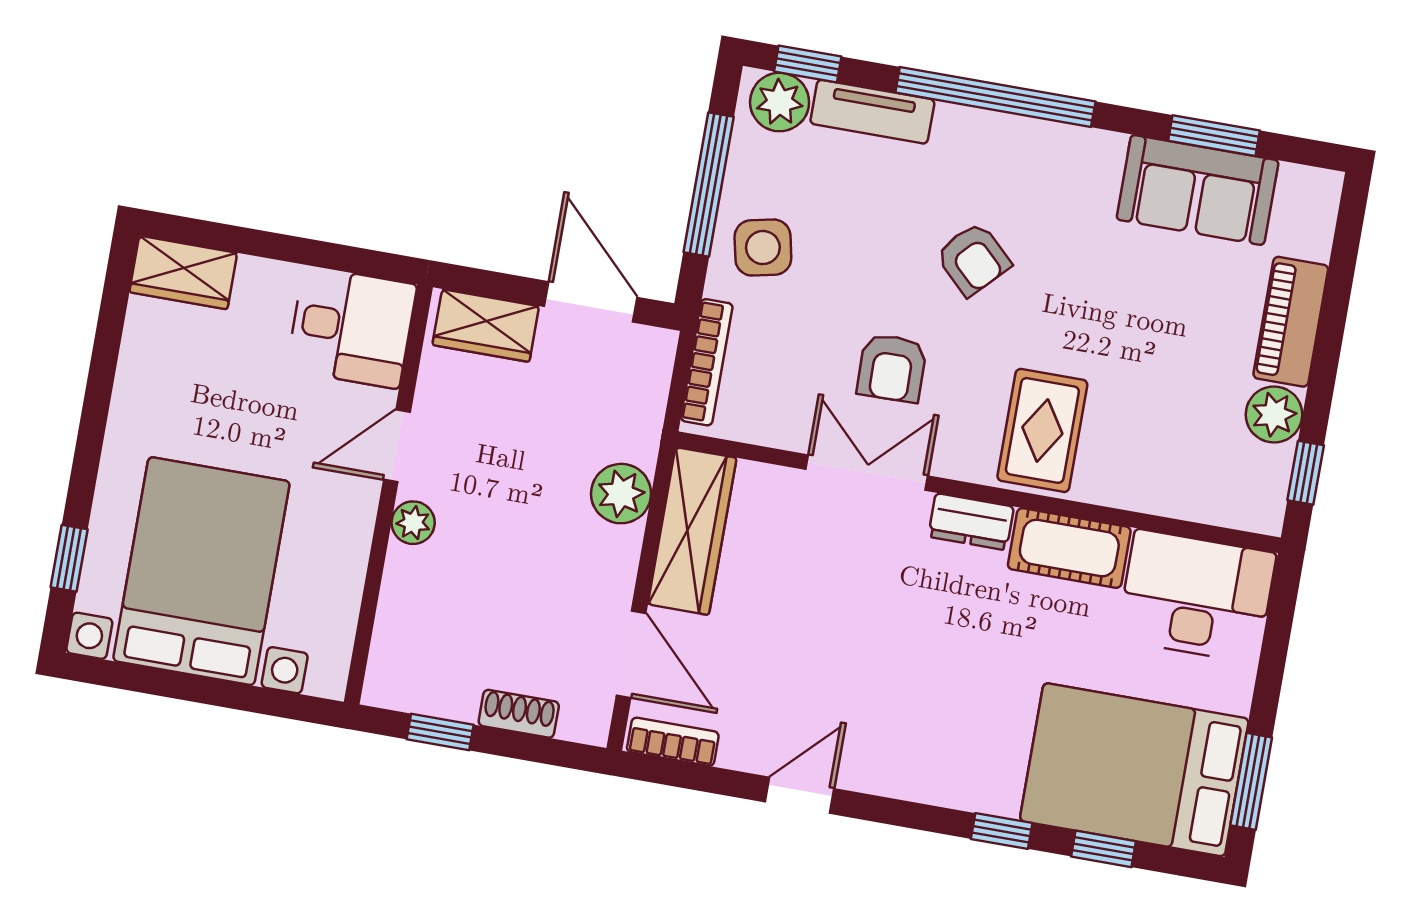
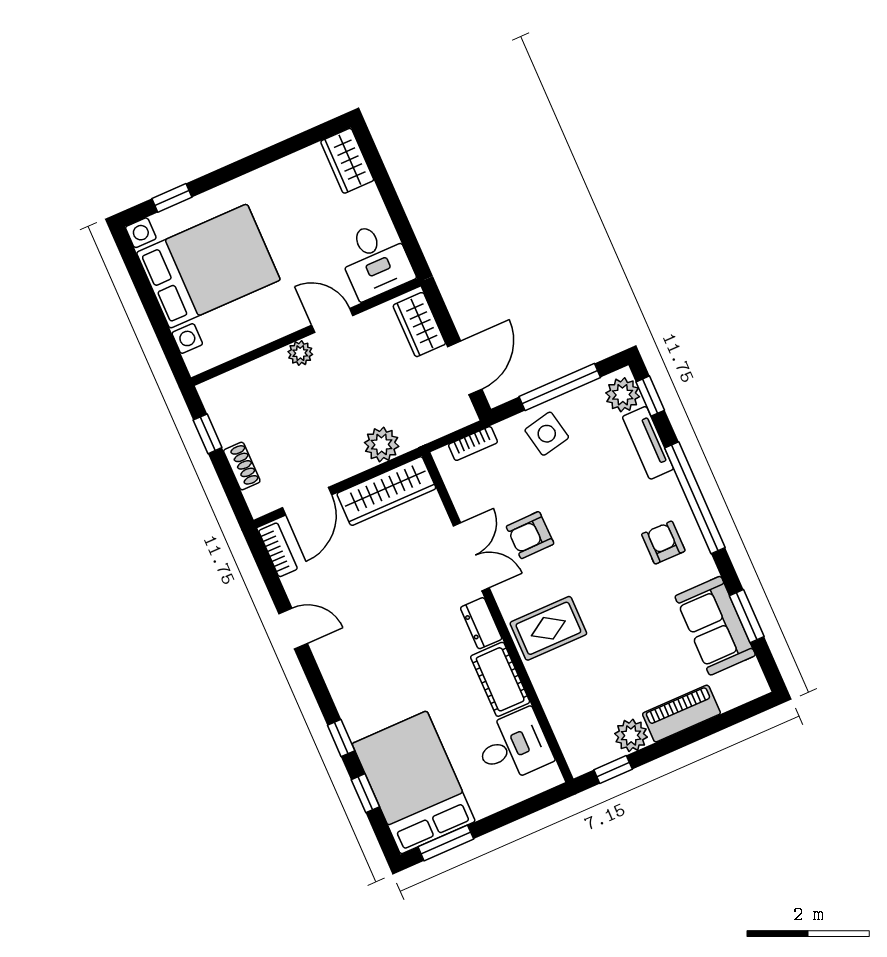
armchair: (973, 259) -> (663, 543), moved, turned 136
bookcase: (707, 362) -> (473, 444), width x0.64
desk: (1196, 596) -> (513, 746), width x0.73

